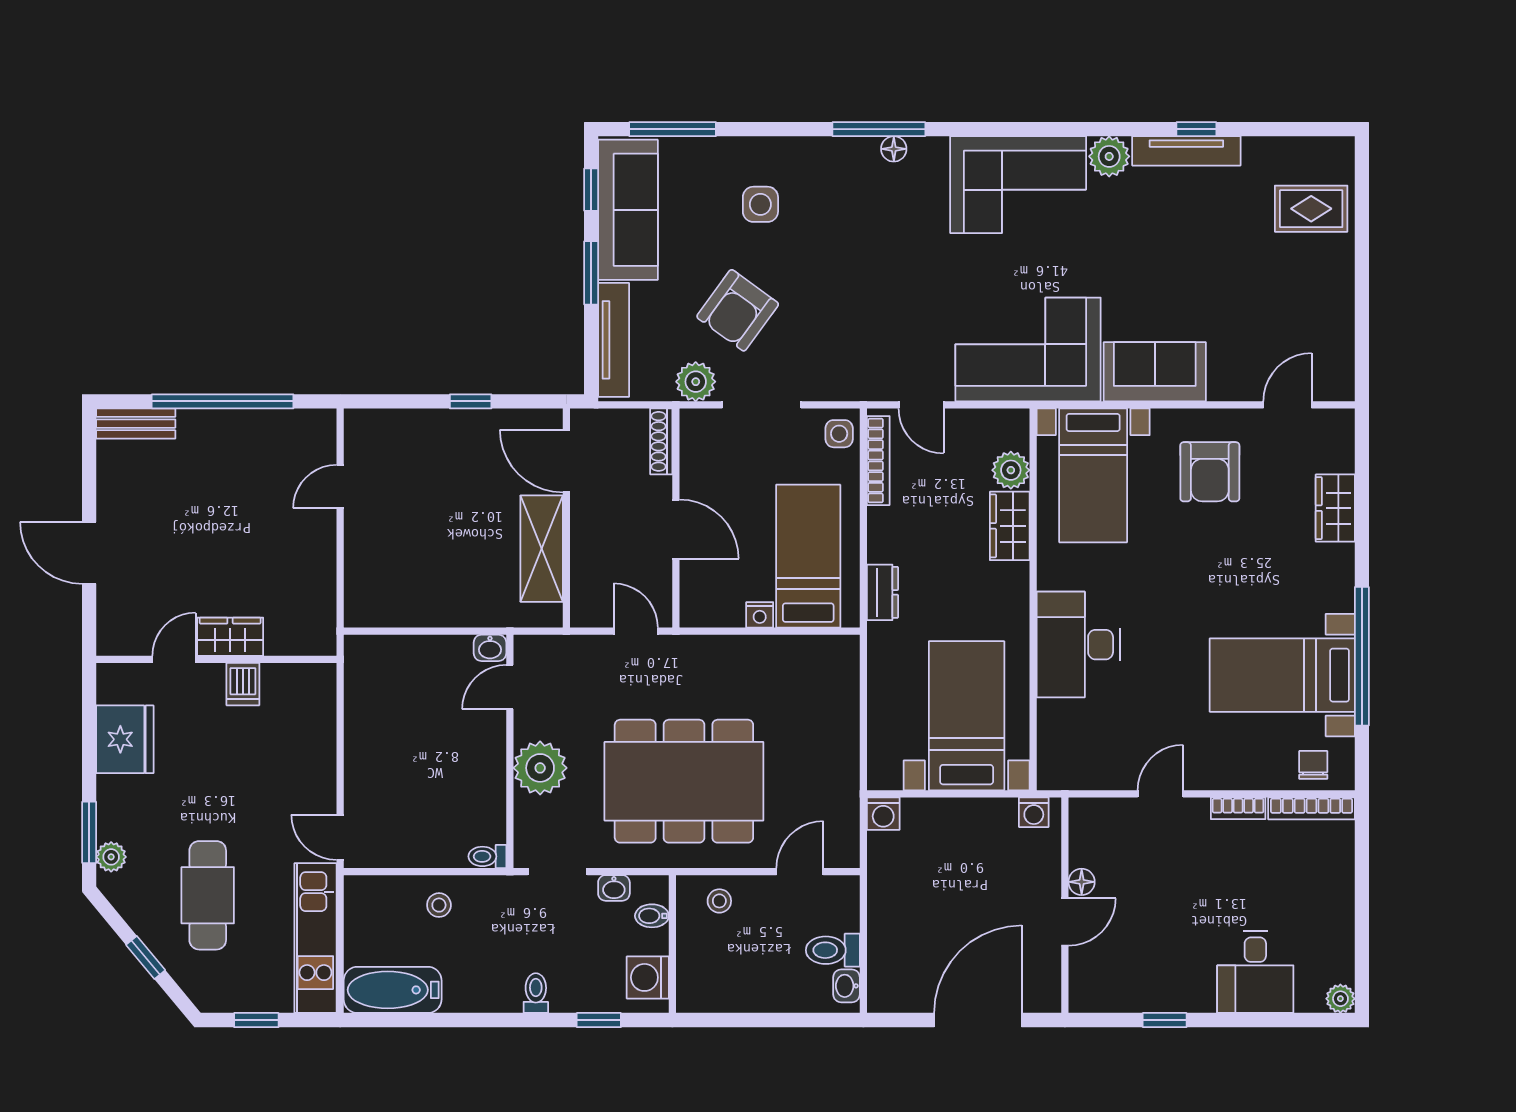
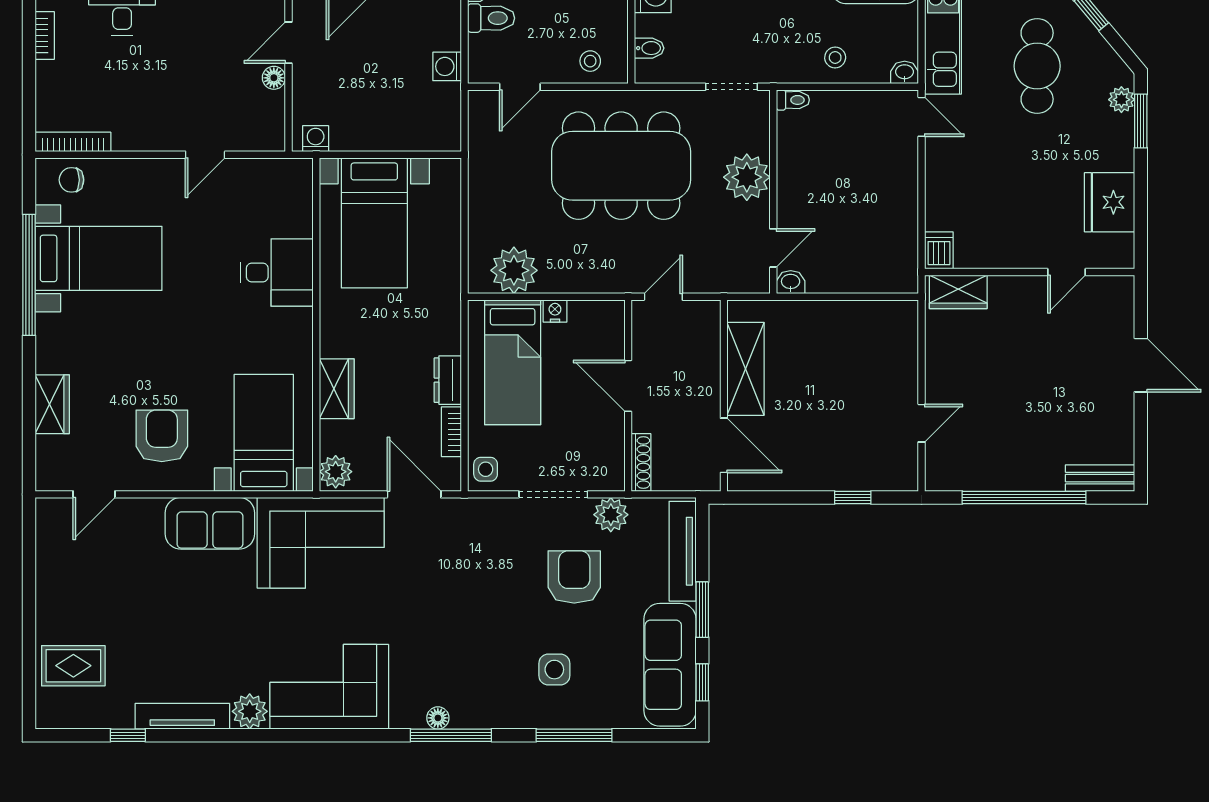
window: (673, 129) -> (574, 735), moved
window: (1196, 129) -> (128, 735), moved
armchair: (738, 310) -> (574, 577), turned -36
window: (471, 401) -> (853, 497), moved
door: (921, 405) -> (414, 494), width x1.37
bookcase: (878, 461) -> (451, 432), width x0.64
plant: (1011, 470) -> (336, 472), moved
dresser: (882, 592) -> (448, 380), moved
door: (636, 631) -> (663, 297), swing flipped
wardrobe: (230, 637) -> (958, 292), moved
desk: (1078, 645) -> (277, 272), width x0.73
plant: (807, 661) -> (514, 270), added
dishwasher: (243, 684) -> (939, 250), moved
chair: (1313, 765) -> (71, 180), turned 90
bookcase: (1238, 808) -> (45, 35), moved, turned 90
washing machine: (883, 814) -> (447, 66), moved, turned -90
washbasin: (614, 888) -> (905, 72), moved

